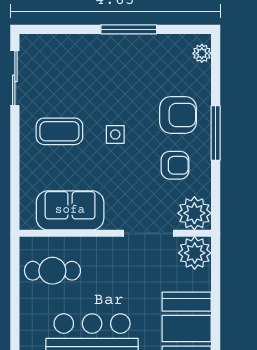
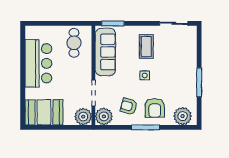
plant: (202, 53) -> (183, 116), width x1.88, depth x1.88
armchair: (175, 165) -> (129, 106), turned 105
window: (15, 196) -> (113, 23), added
sofa: (70, 210) -> (105, 52), width x1.36

